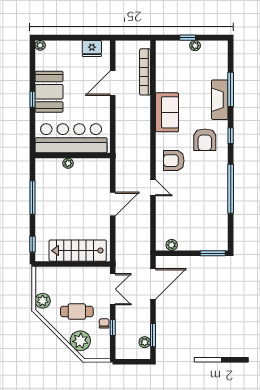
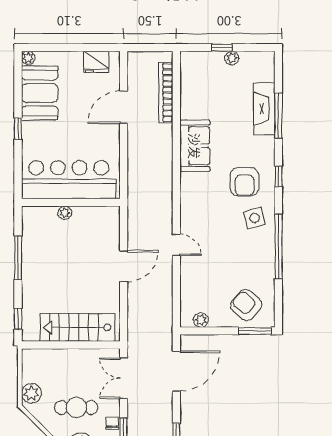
booth: (49, 92) -> (40, 93), moved
fireplace: (220, 100) -> (264, 109), moved
armchair: (174, 161) -> (246, 305), moved, turned 41
side table: (212, 167) -> (255, 218), added
double door: (113, 289) -> (124, 378), swing flipped

